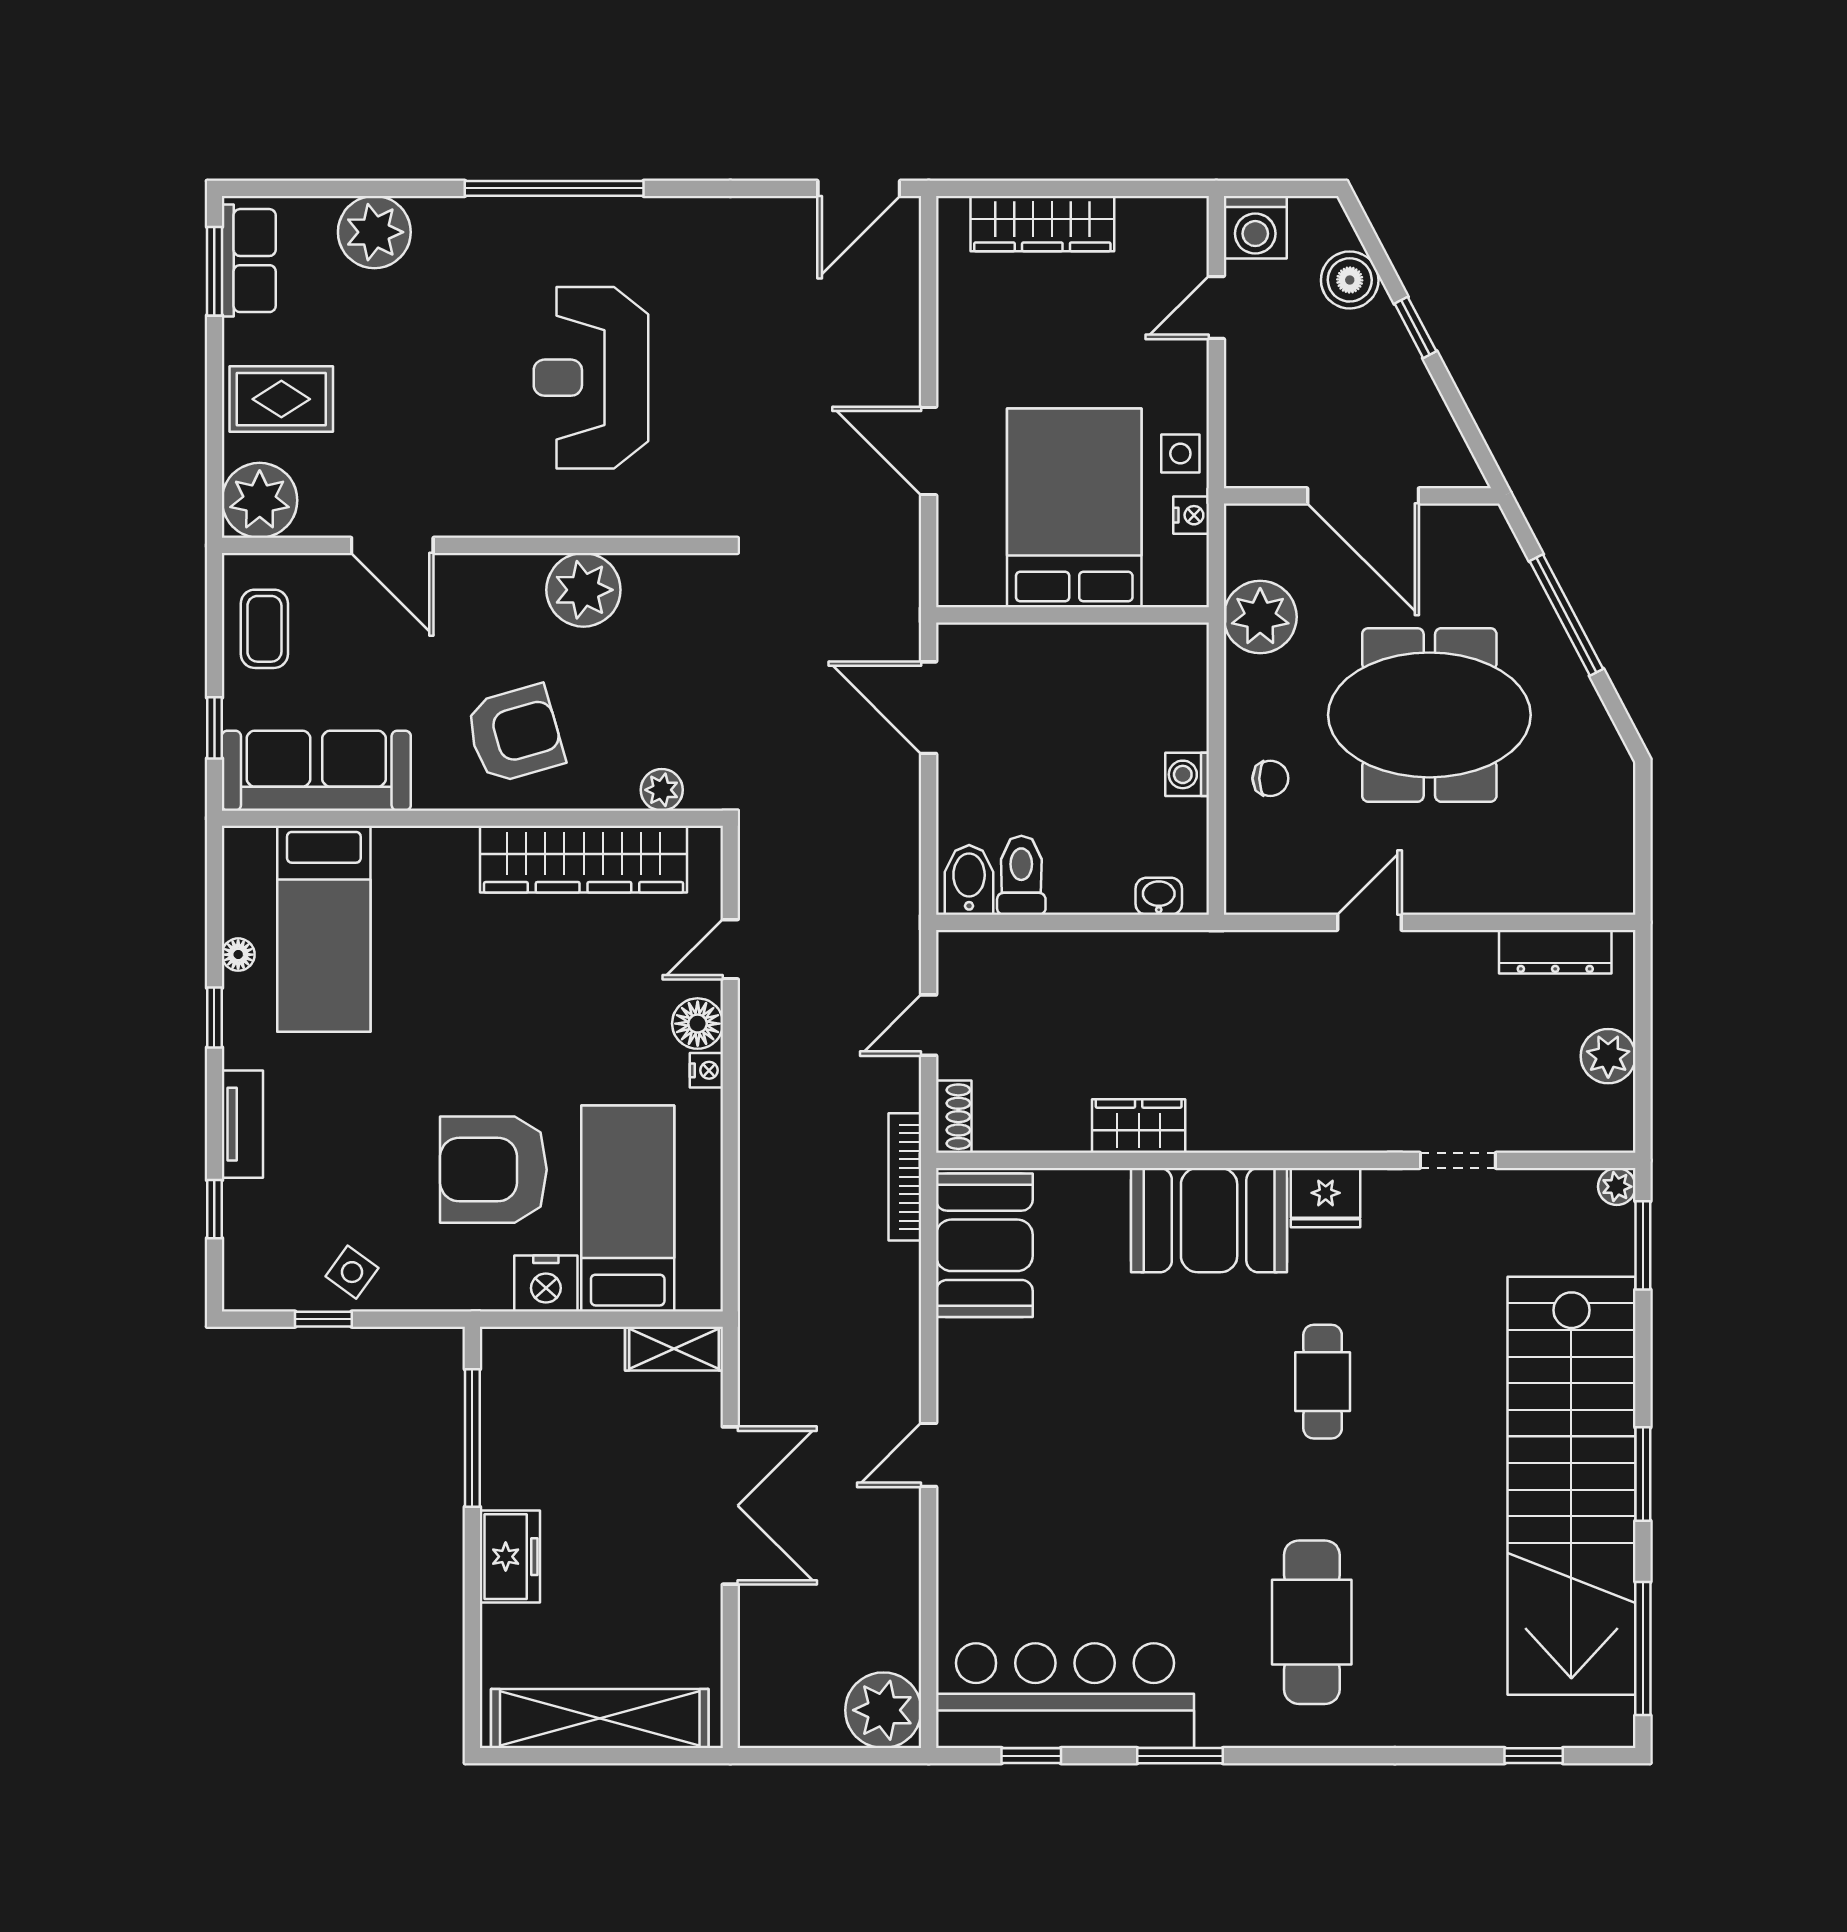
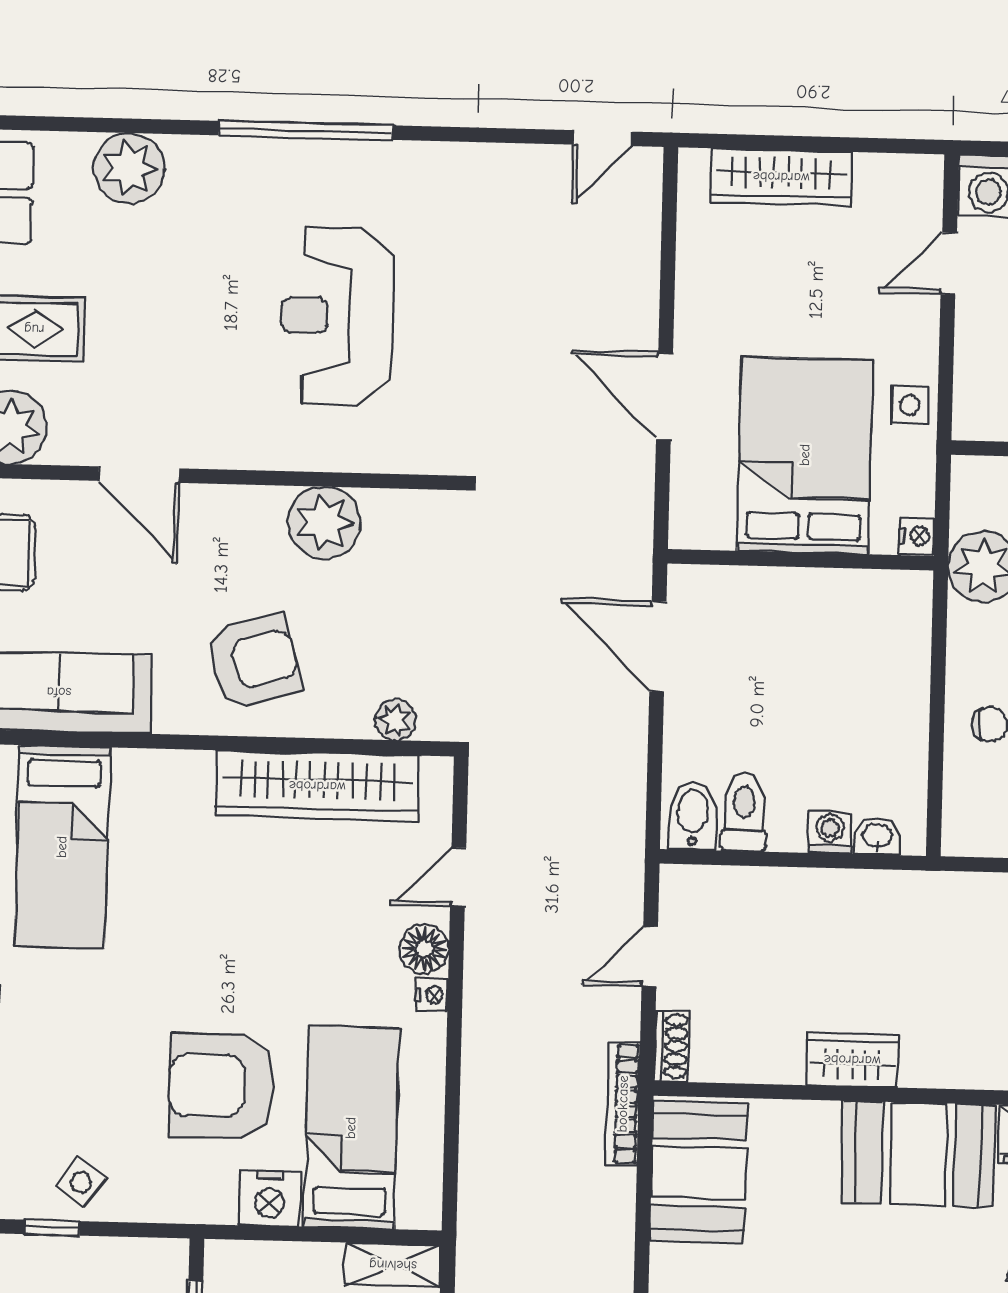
door: (859, 188) -> (603, 138), width x0.73
nightstand: (1191, 515) -> (917, 536), moved
washing machine: (1187, 774) -> (830, 832), moved, turned 90

